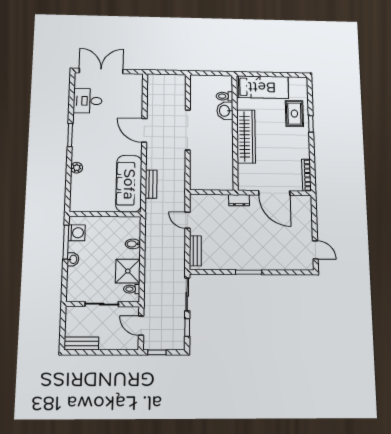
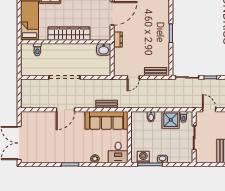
desk: (88, 101) -> (118, 152), moved
washbasin: (225, 111) -> (104, 49), moved
door: (141, 326) -> (209, 110), swing flipped

